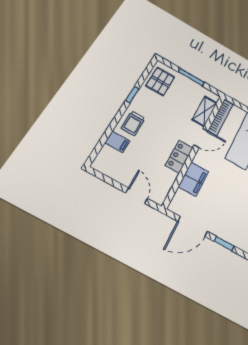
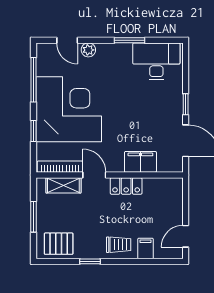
door: (137, 196) -> (186, 236), moved

